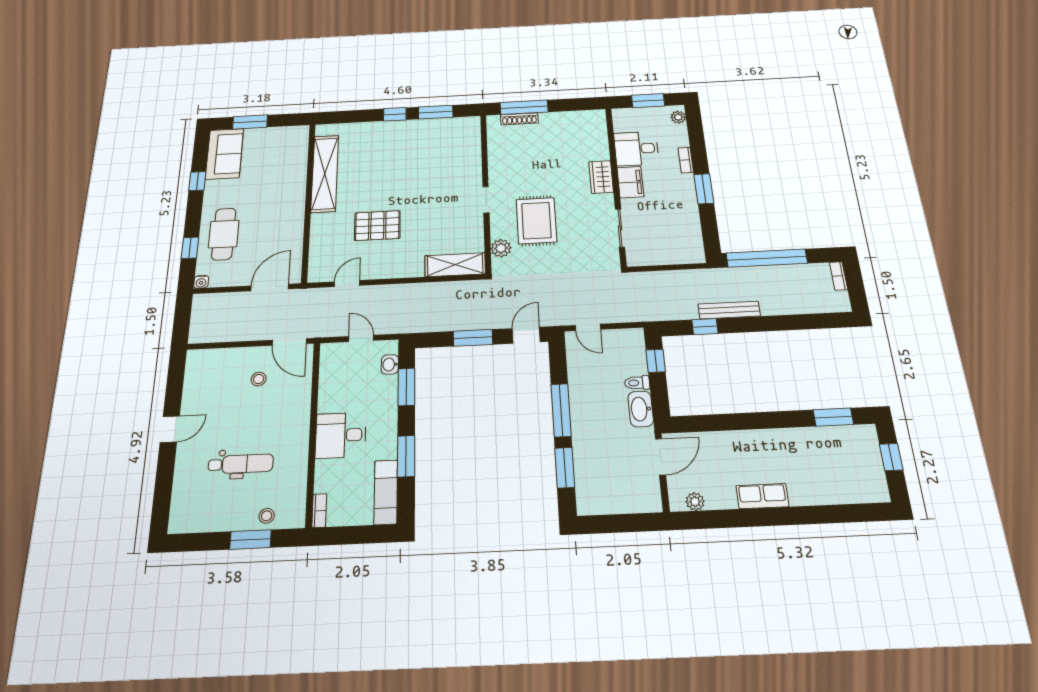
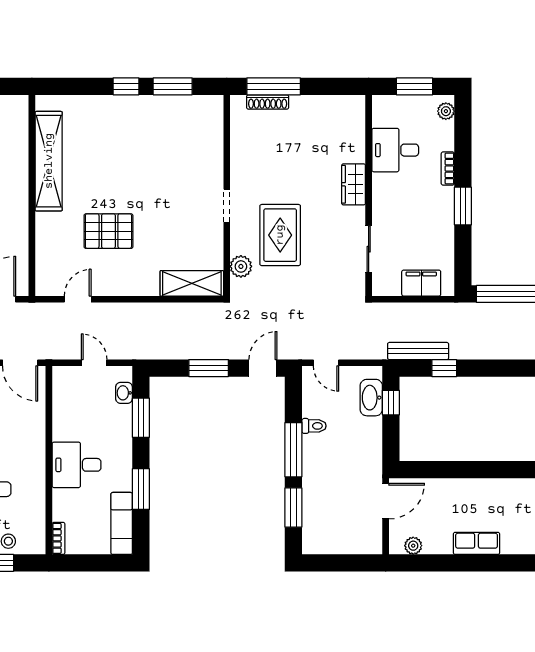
filing cabinet: (630, 182) -> (421, 283), moved, turned -90
bench: (729, 310) -> (418, 351), moved
toilet: (637, 383) -> (314, 426), moved, turned 180
washbasin: (641, 409) -> (371, 398), moved

